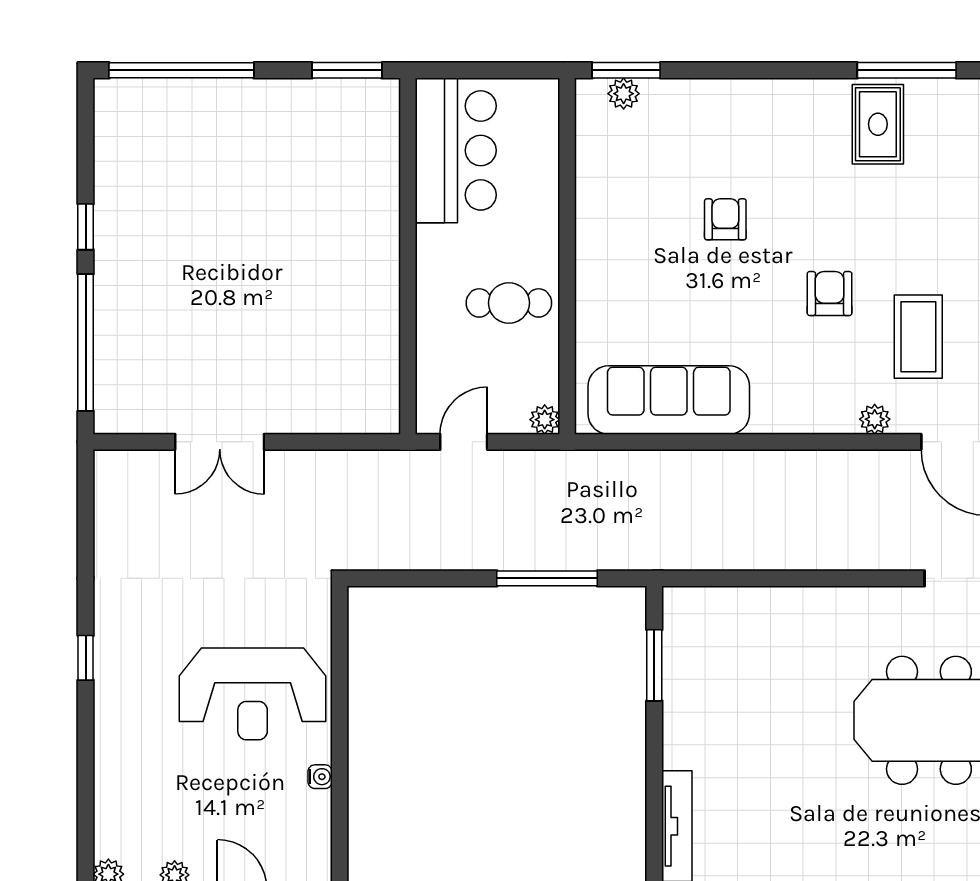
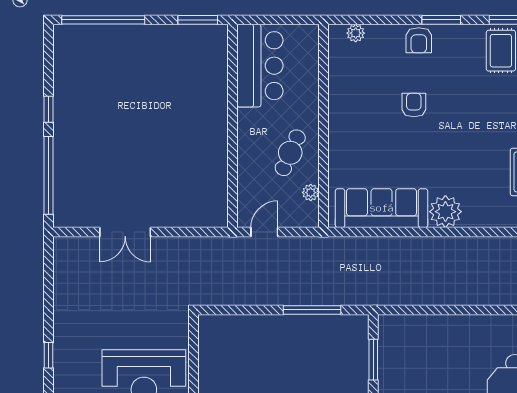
window: (626, 70) -> (441, 20), moved
armchair: (830, 294) -> (419, 40), moved, turned 180
cafe table: (509, 303) -> (290, 153), turned -66
plant: (875, 419) -> (445, 212), moved, width x1.88, depth x1.88
plant: (545, 420) -> (311, 193), moved

